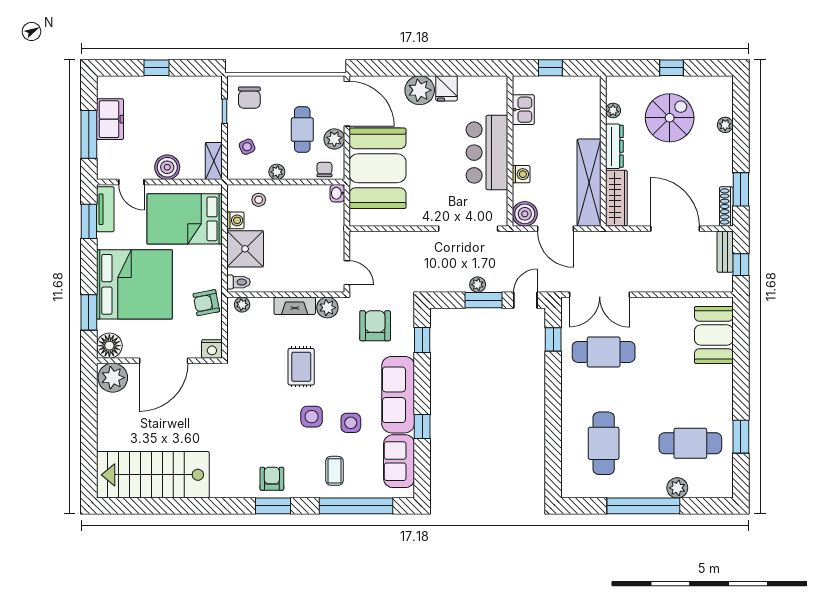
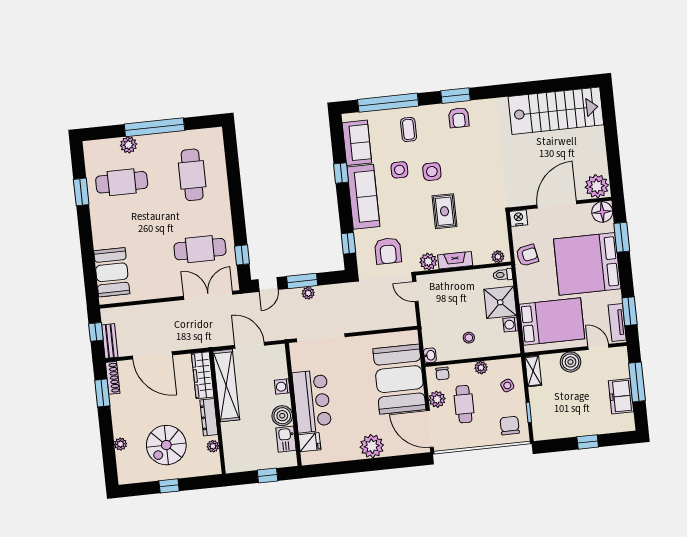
fridge: (447, 88) -> (310, 442), moved, turned 90
stool: (259, 200) -> (469, 338), moved
boiler: (525, 214) -> (282, 416), moved

